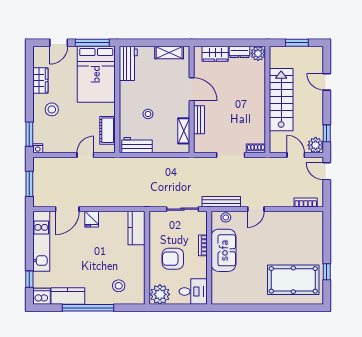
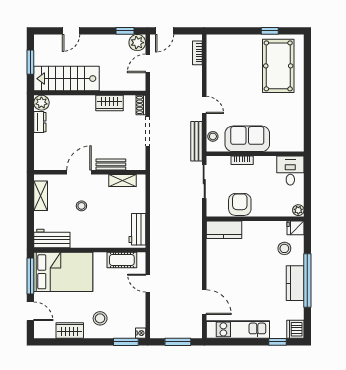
wardrobe: (215, 54) -> (110, 103), moved, turned 90
stairs: (281, 100) -> (67, 79), moved
stool: (148, 114) -> (81, 206), moved
fridge: (92, 219) -> (296, 228), moved, turned 180
armchair: (173, 259) -> (240, 204), moved, turned 180
plant: (160, 294) -> (298, 210), width x0.53, depth x0.53
kitchen counter: (68, 296) -> (295, 283), moved

